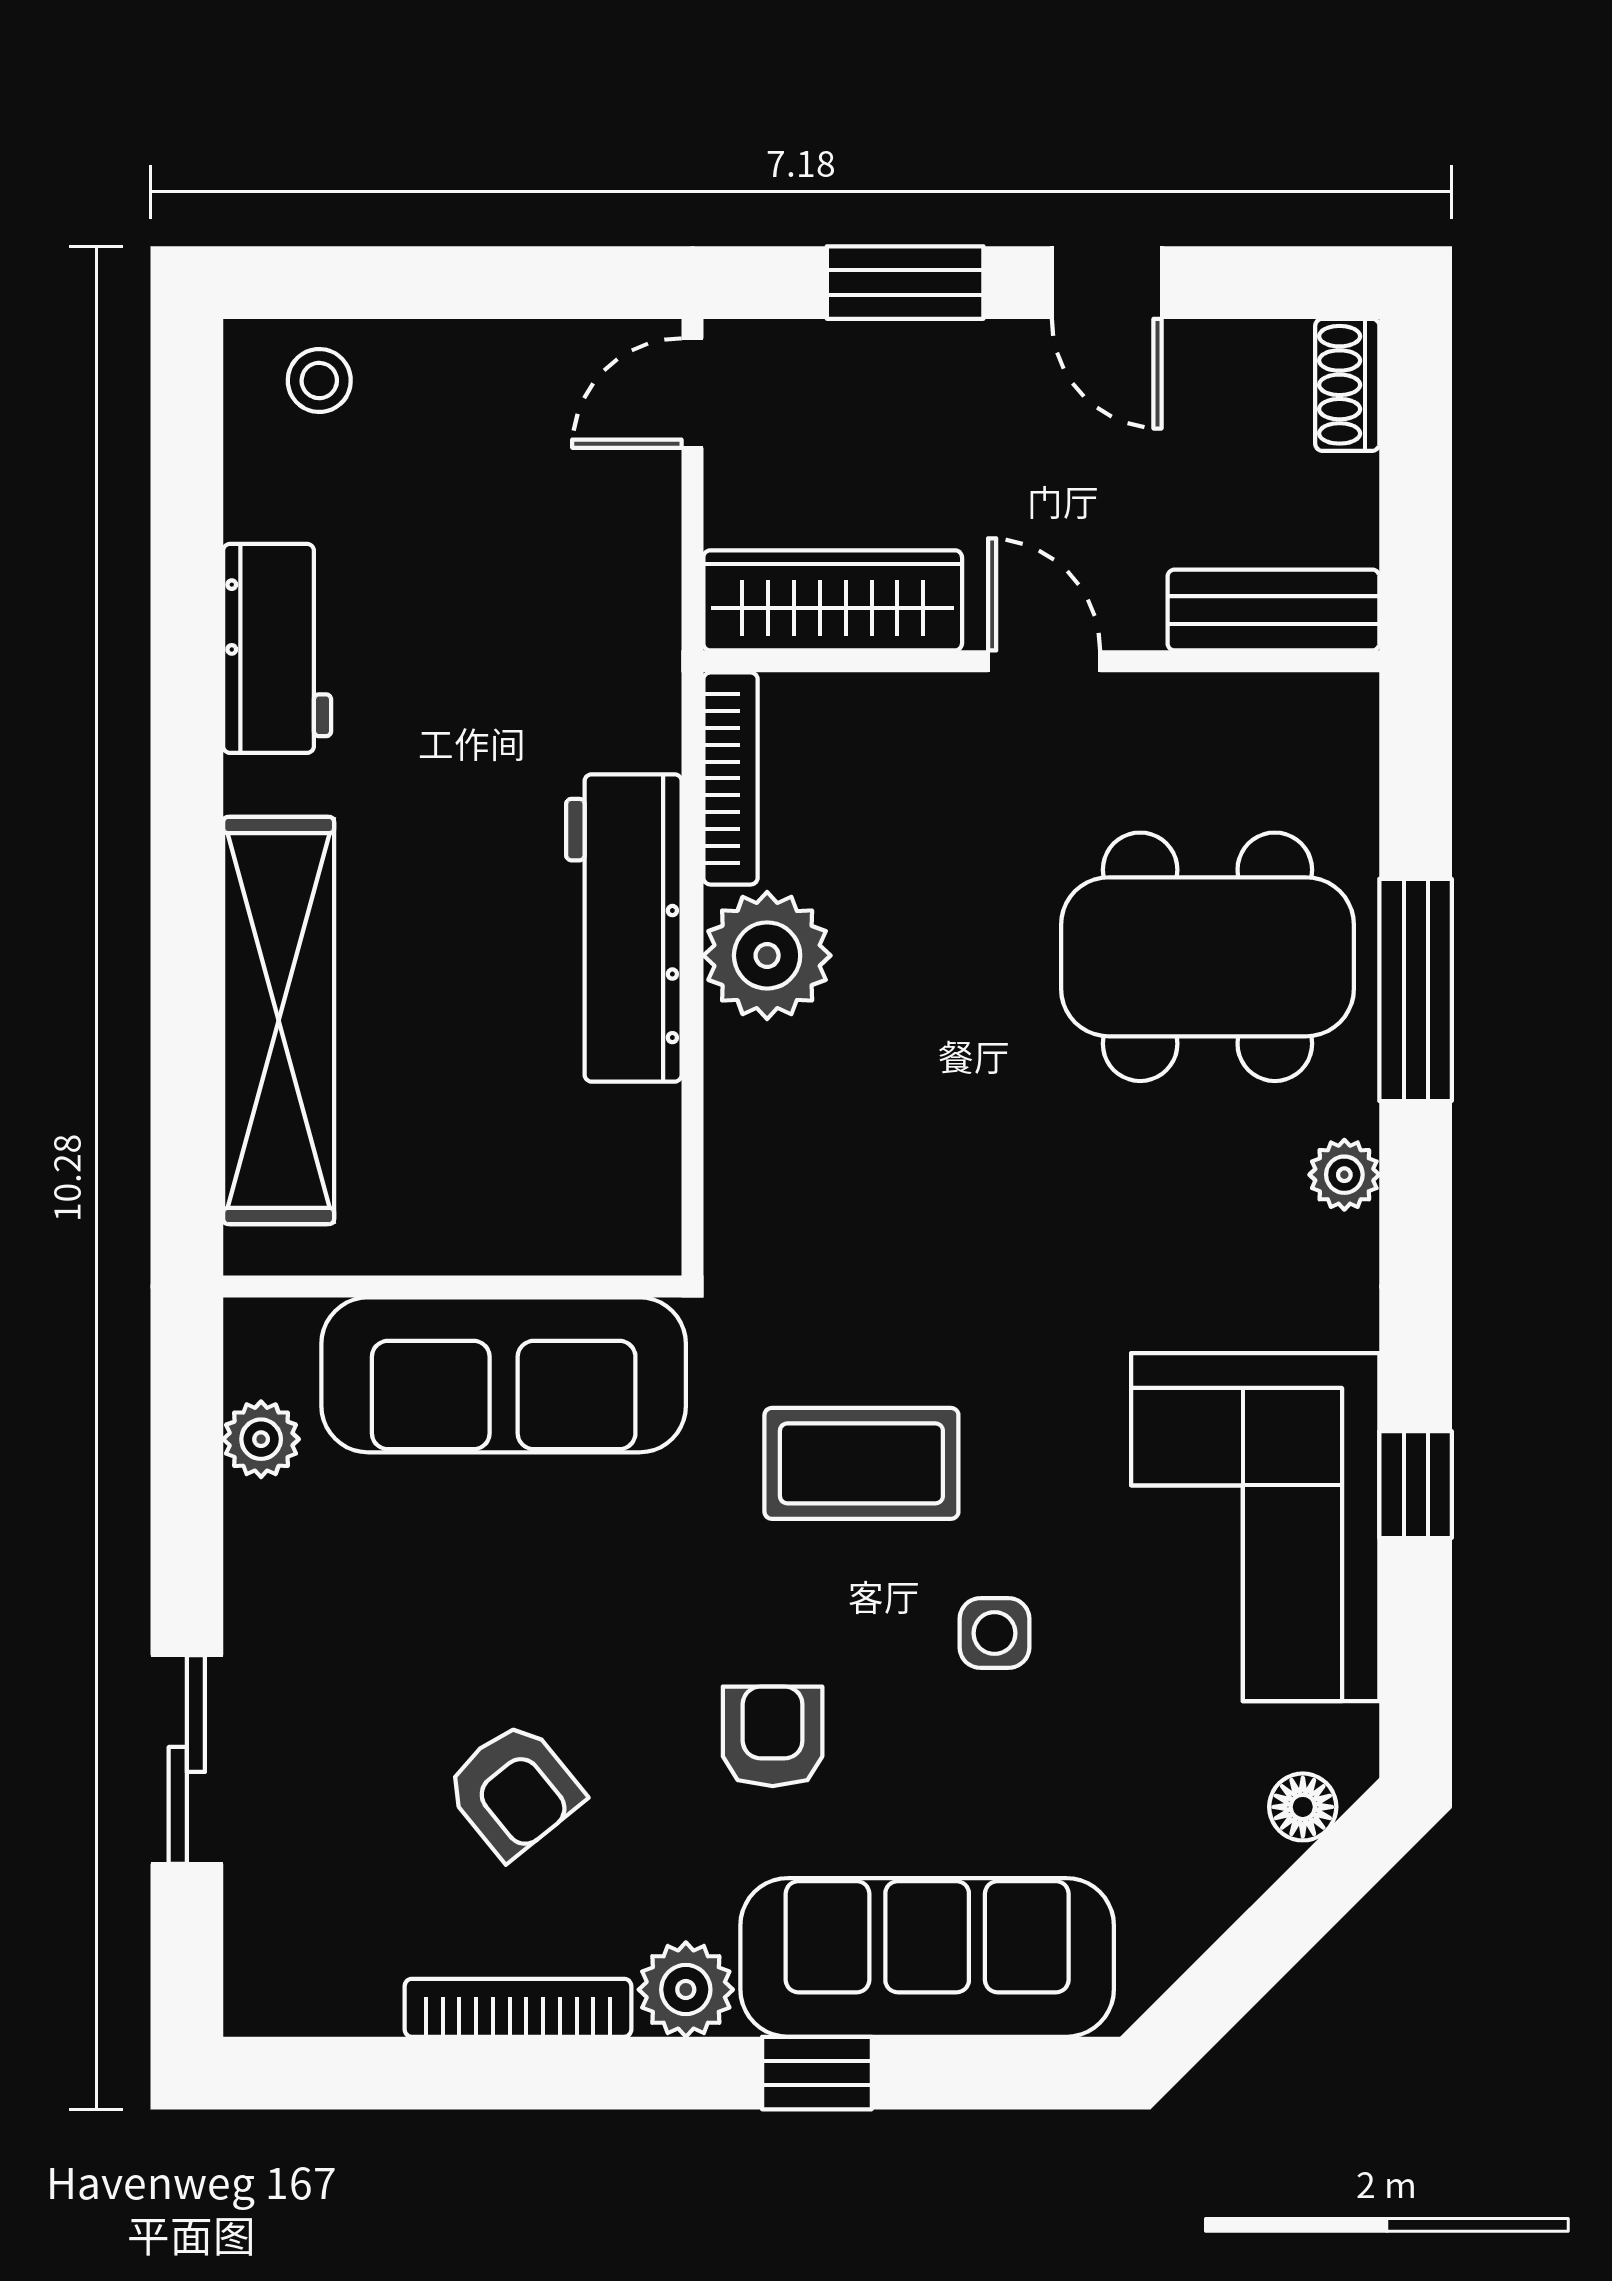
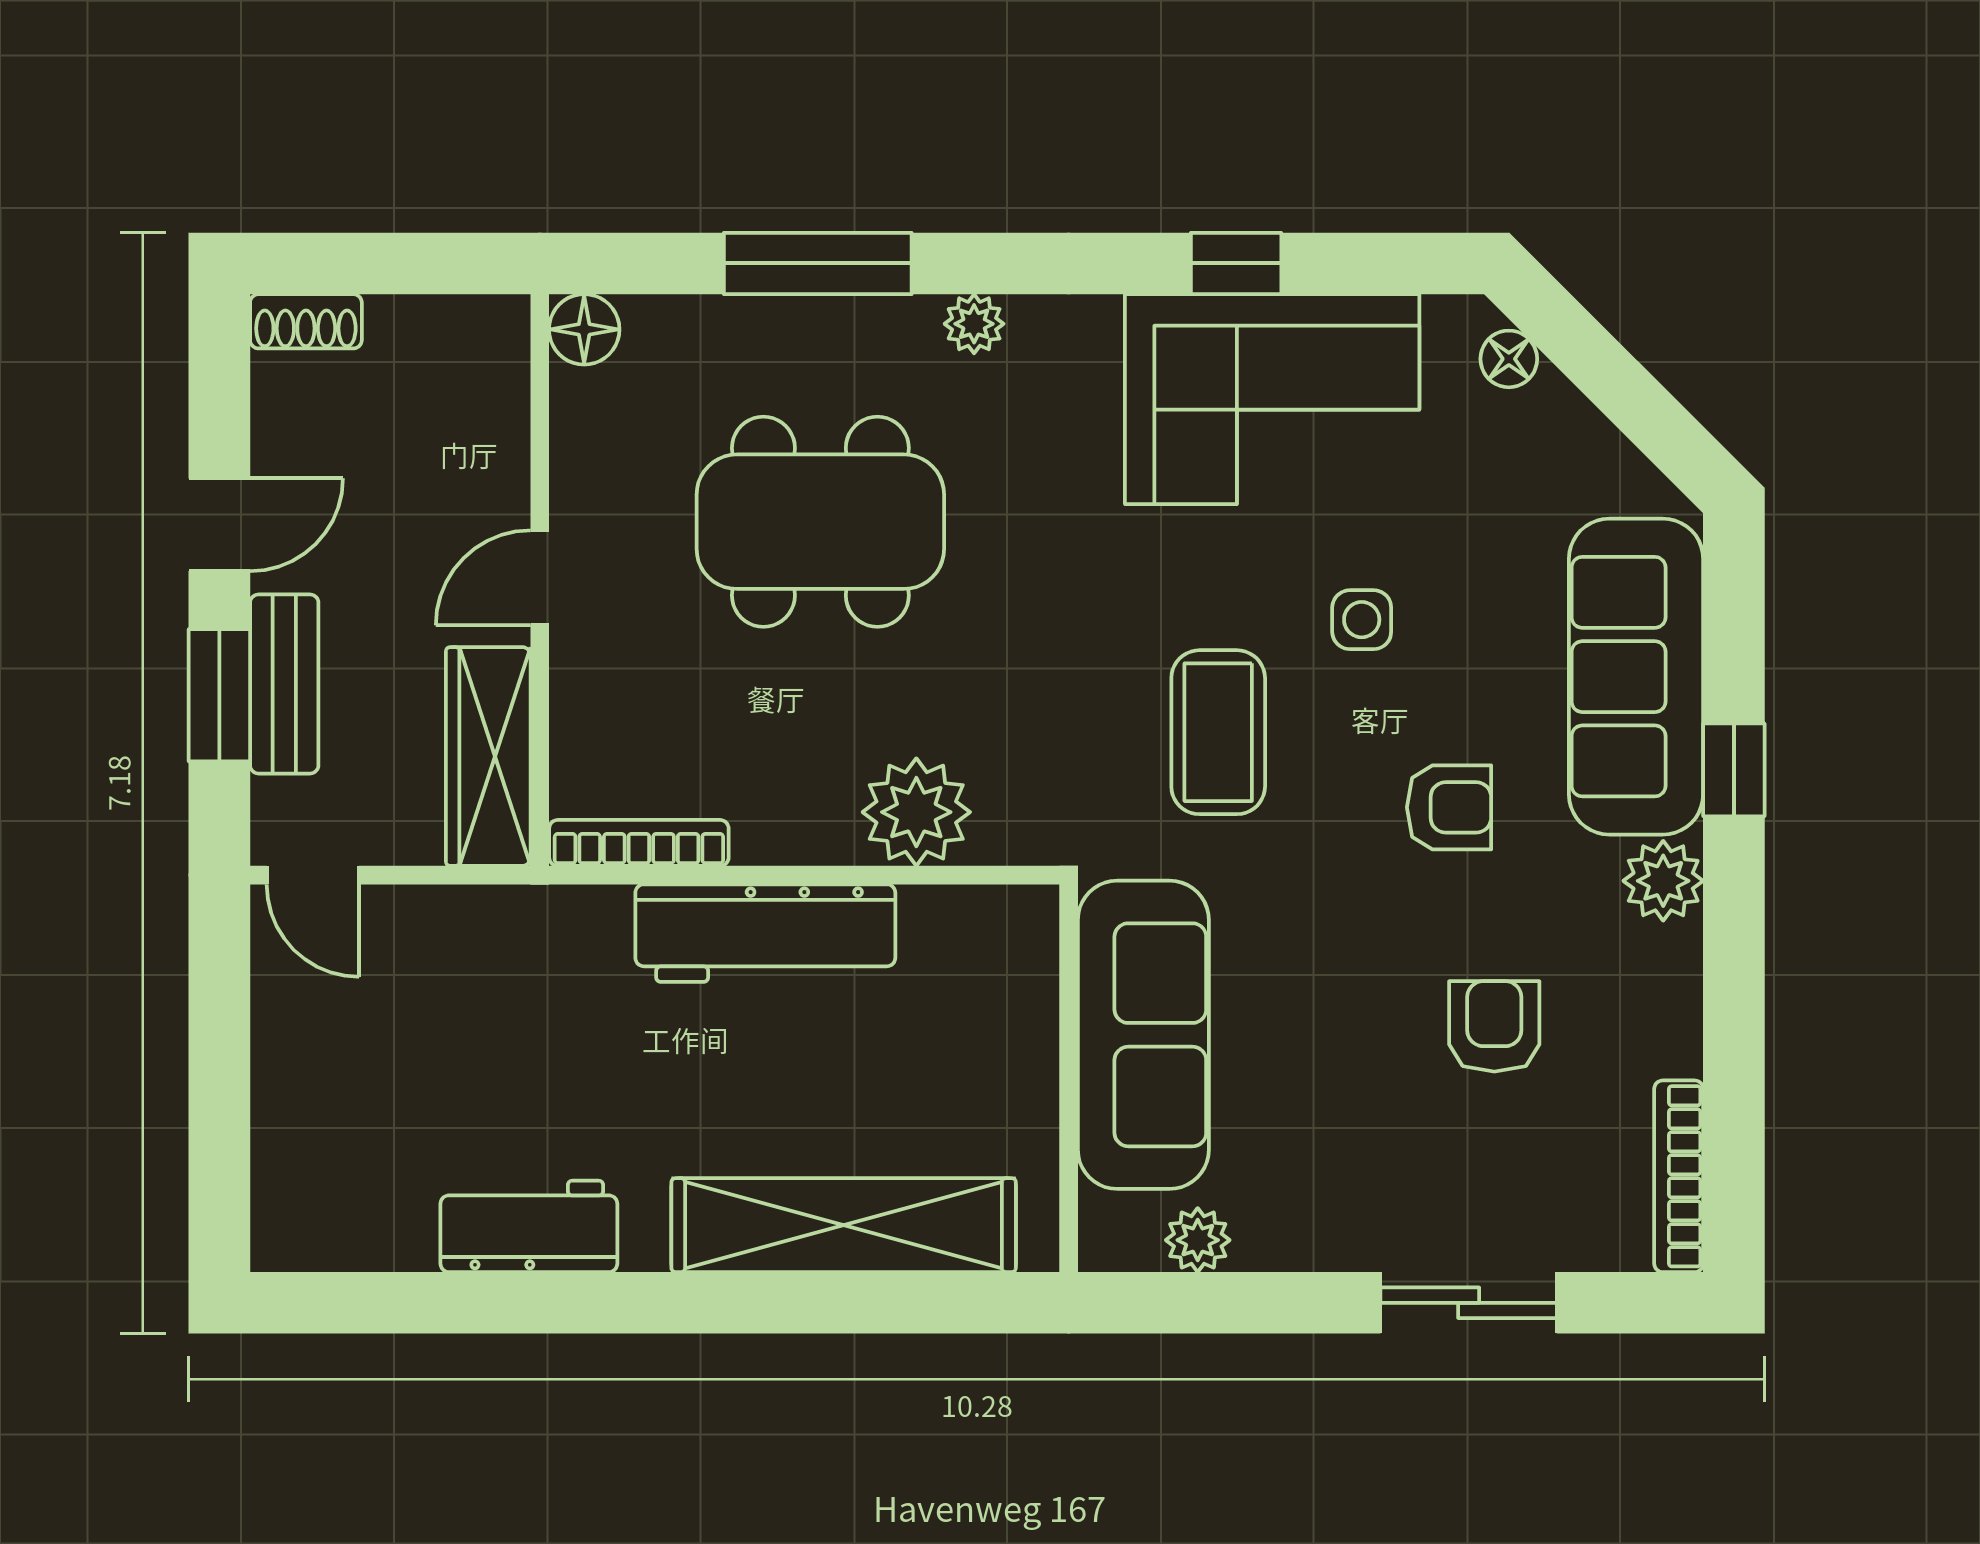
stool: (319, 381) -> (302, 1191), removed
bench: (1273, 610) -> (284, 684), moved
floor lamp: (1338, 714) -> (584, 329), added
plant: (767, 955) -> (916, 812), moved
dining table: (1207, 957) -> (820, 522), moved, turned 90
armchair: (773, 1736) -> (1449, 807), turned 180
armchair: (514, 1790) -> (1494, 1026), turned -51
bookcase: (518, 2008) -> (1679, 1176), moved

